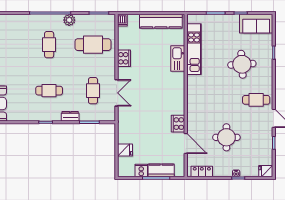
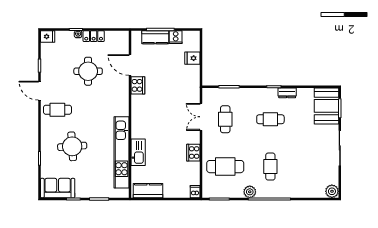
kitchen counter: (161, 21) -> (148, 191), width x0.67
kitchen unit: (194, 49) -> (121, 152), width x1.36
dresser: (70, 116) -> (287, 93), moved
locker: (202, 171) -> (94, 36), moved

